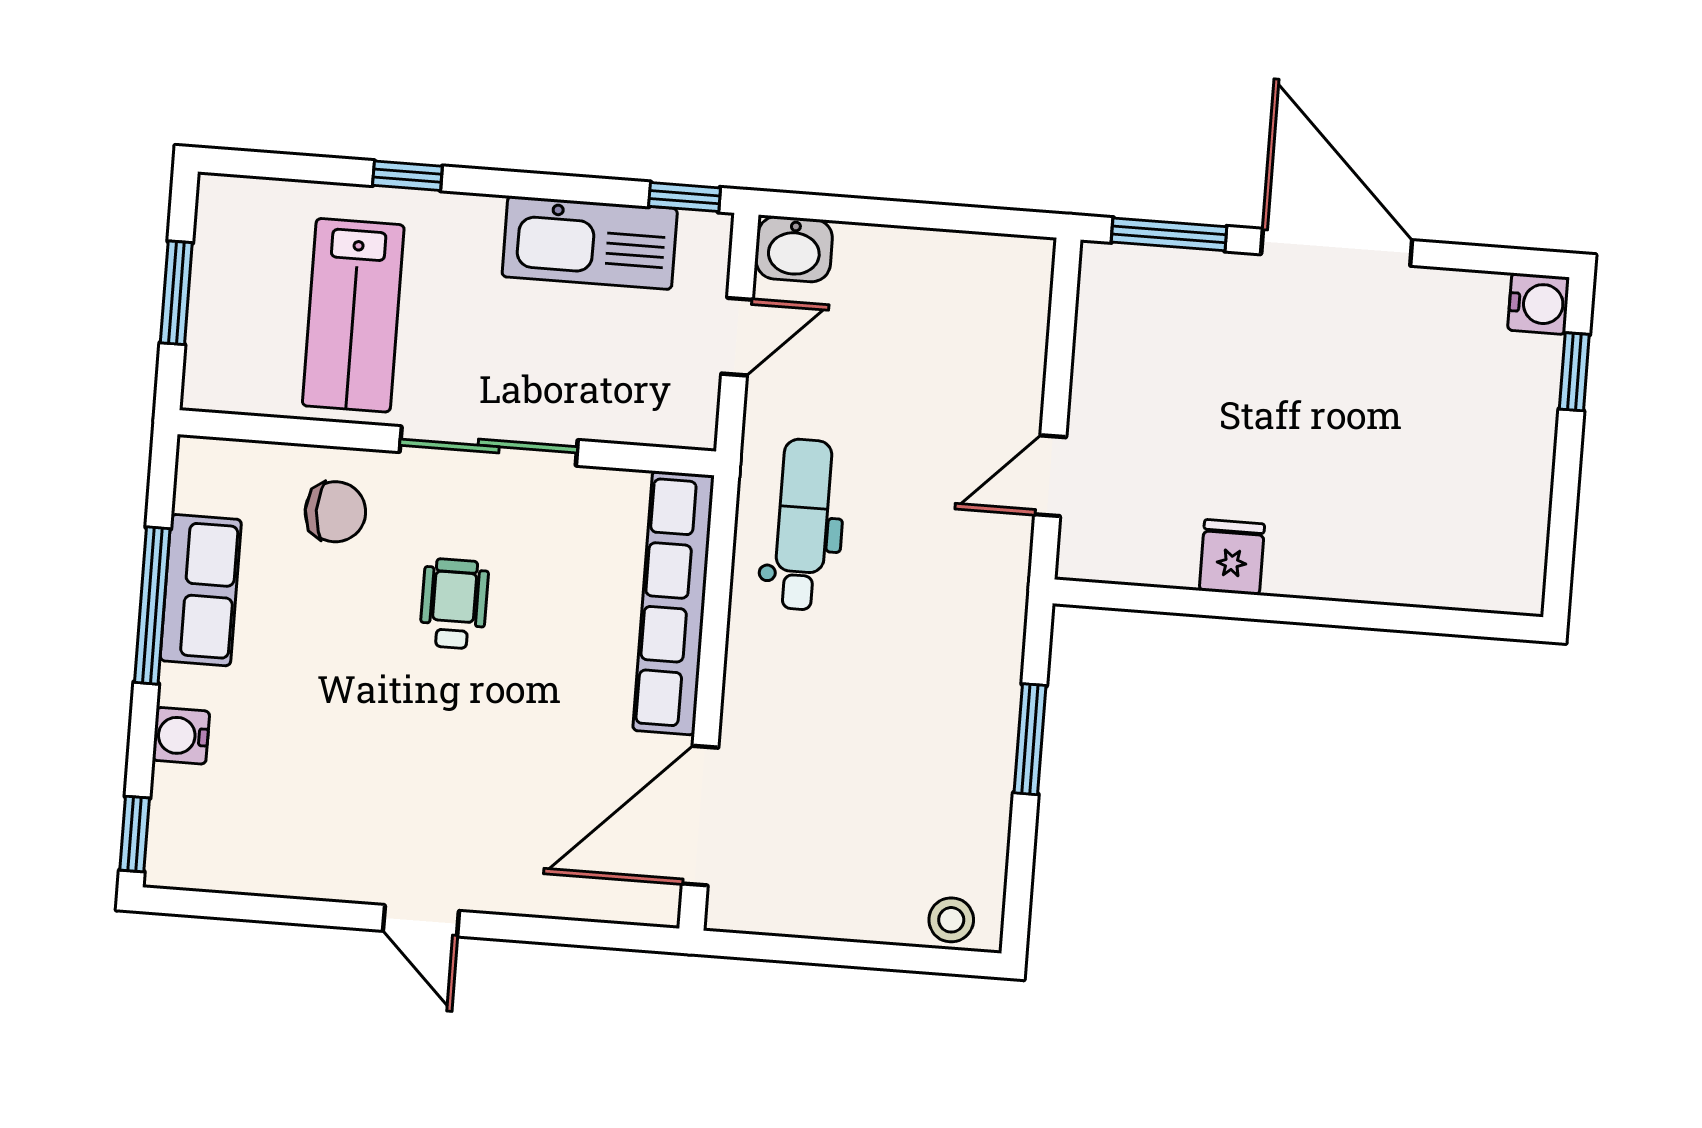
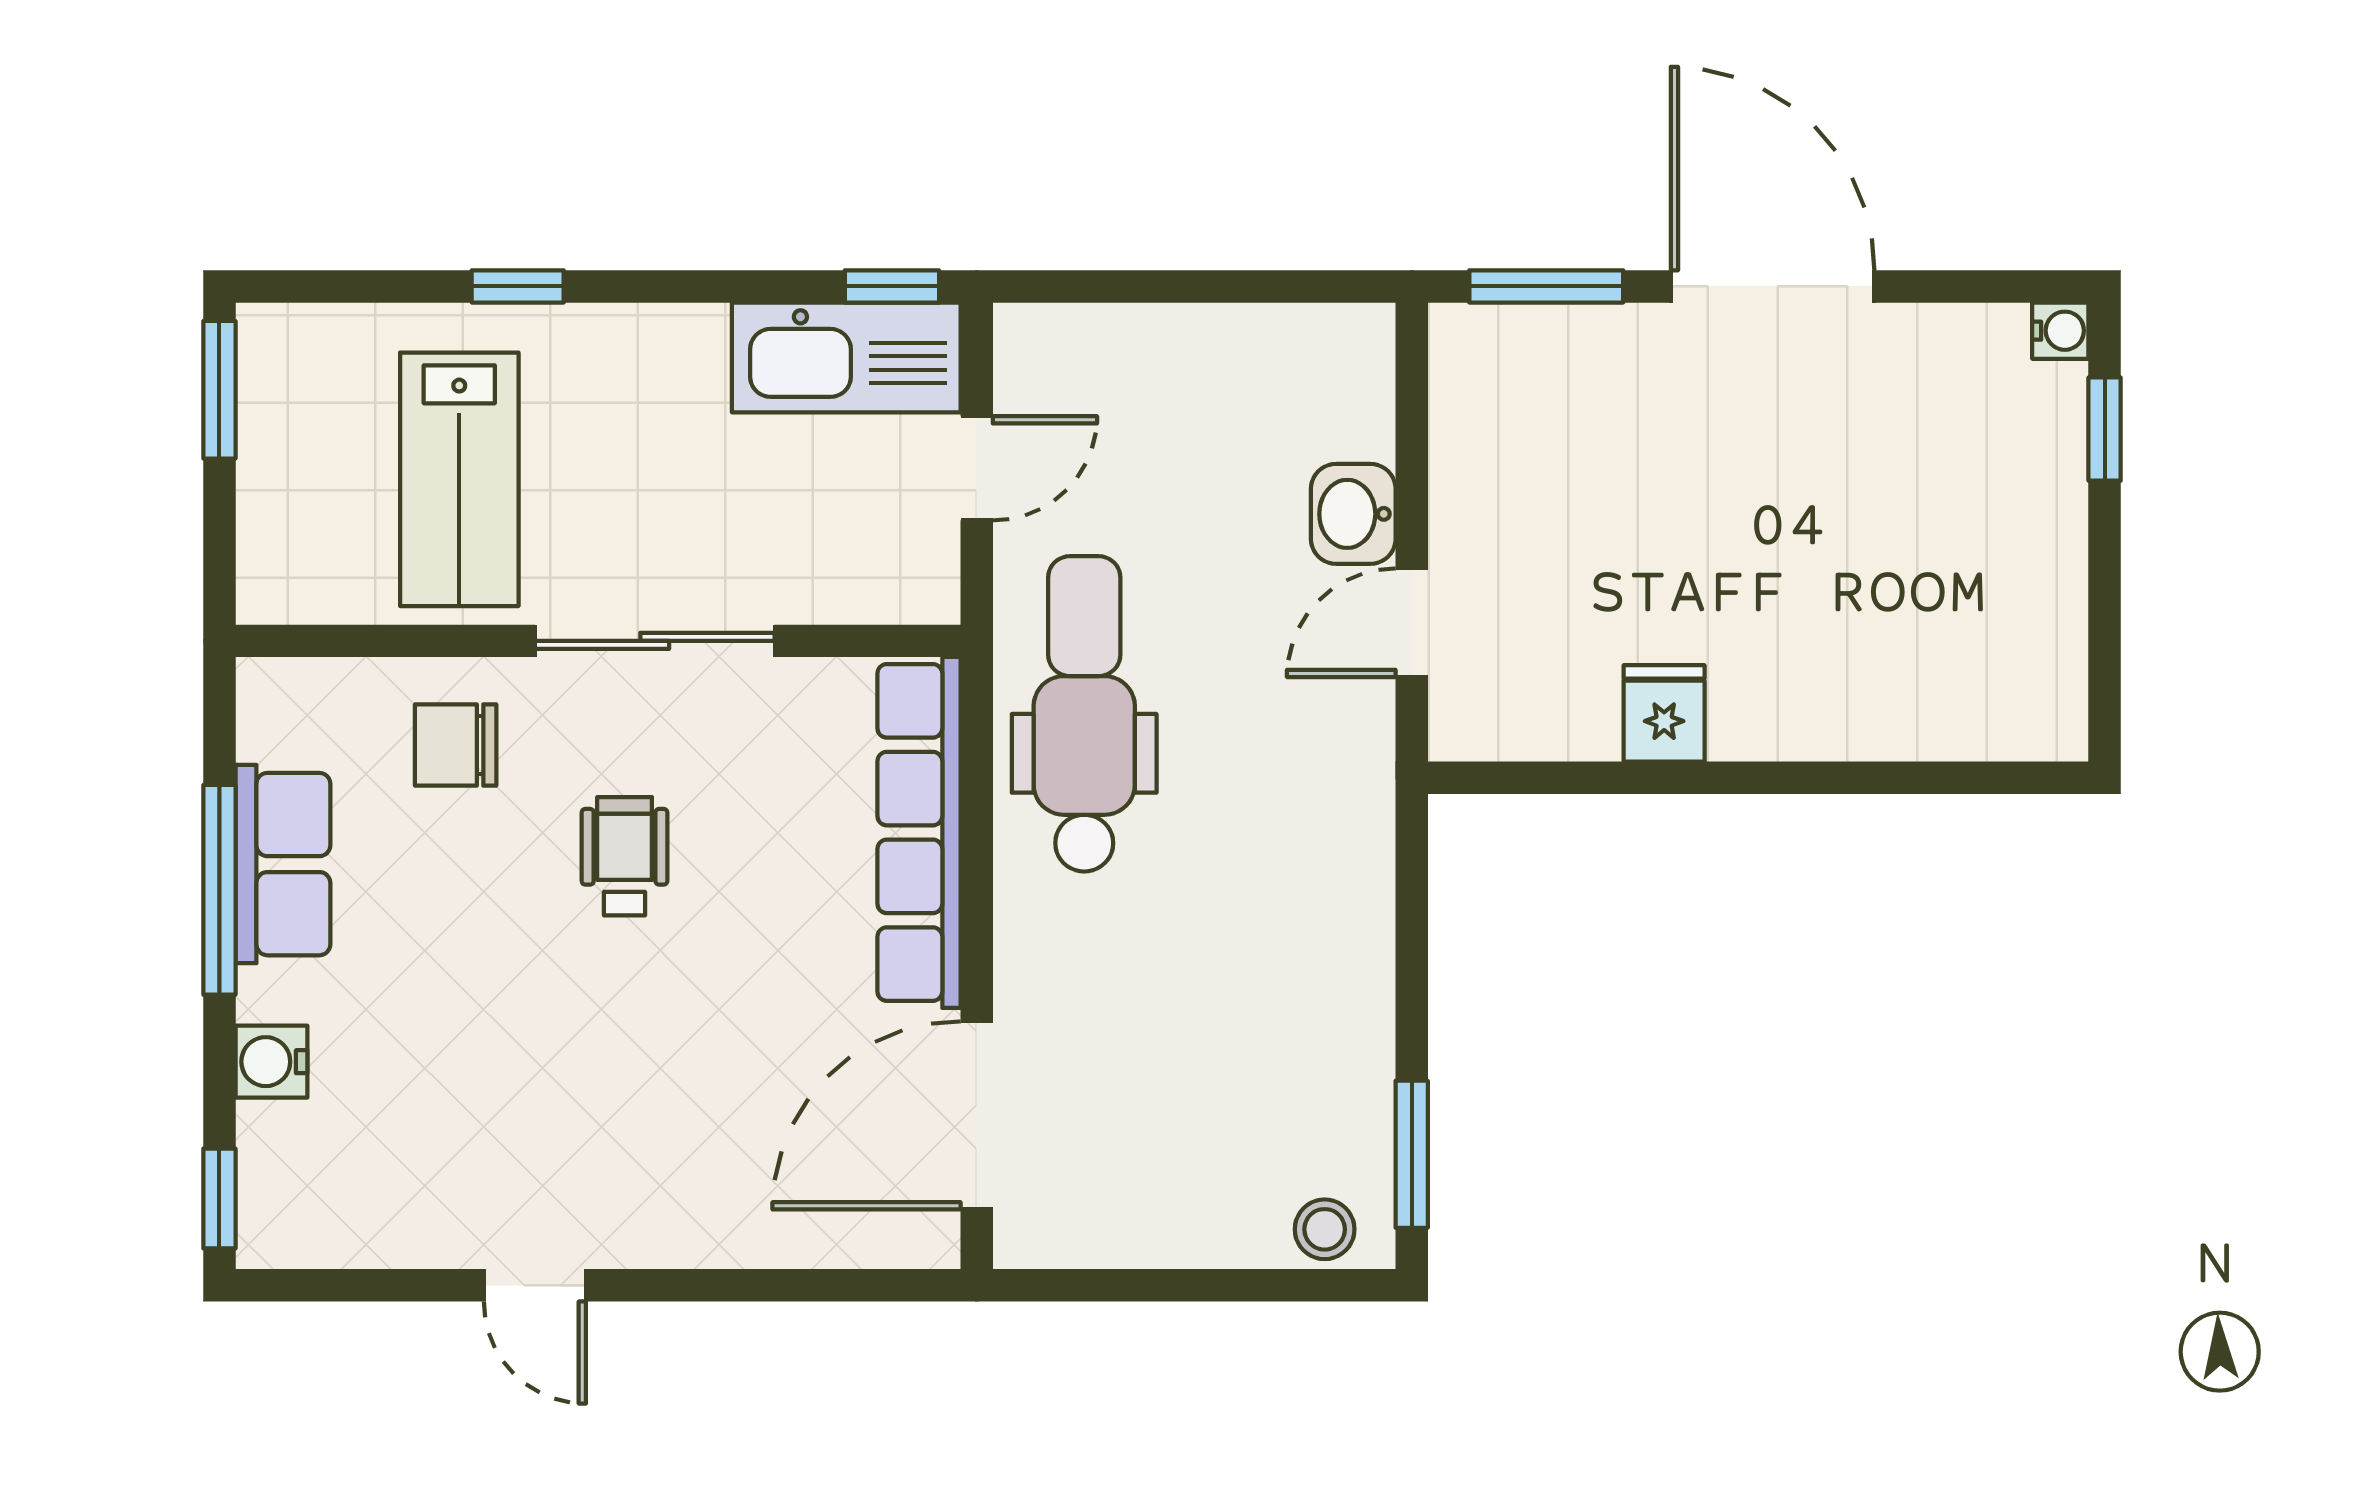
kitchen sink: (590, 243) -> (846, 357), moved
washbasin: (794, 249) -> (1353, 514), moved, turned 90
window: (176, 293) -> (219, 390), moved
water cooler: (1539, 304) -> (2060, 331), width x0.72, depth x0.72
chair: (335, 512) -> (456, 745), turned 180
dental chair: (803, 525) -> (1084, 714), width x1.36, depth x1.38
window: (1030, 739) -> (1412, 1154), moved
door: (421, 921) -> (535, 1285), moved

